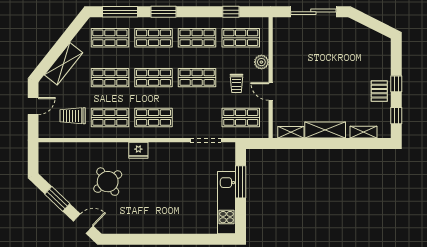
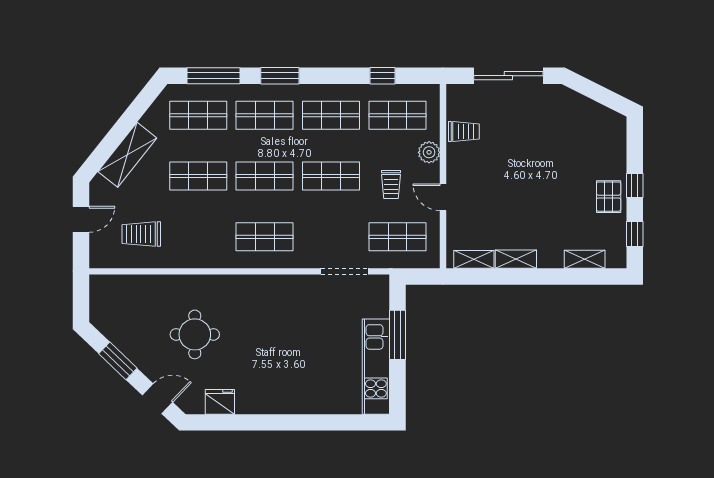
trolley: (284, 48) -> (464, 131), added
shop shelf: (110, 118) -> (198, 237), removed
shelving: (325, 130) -> (516, 259), width x0.67, depth x0.75
fridge: (138, 150) -> (220, 402), moved, turned 180
round table: (108, 182) -> (195, 334), turned 35

